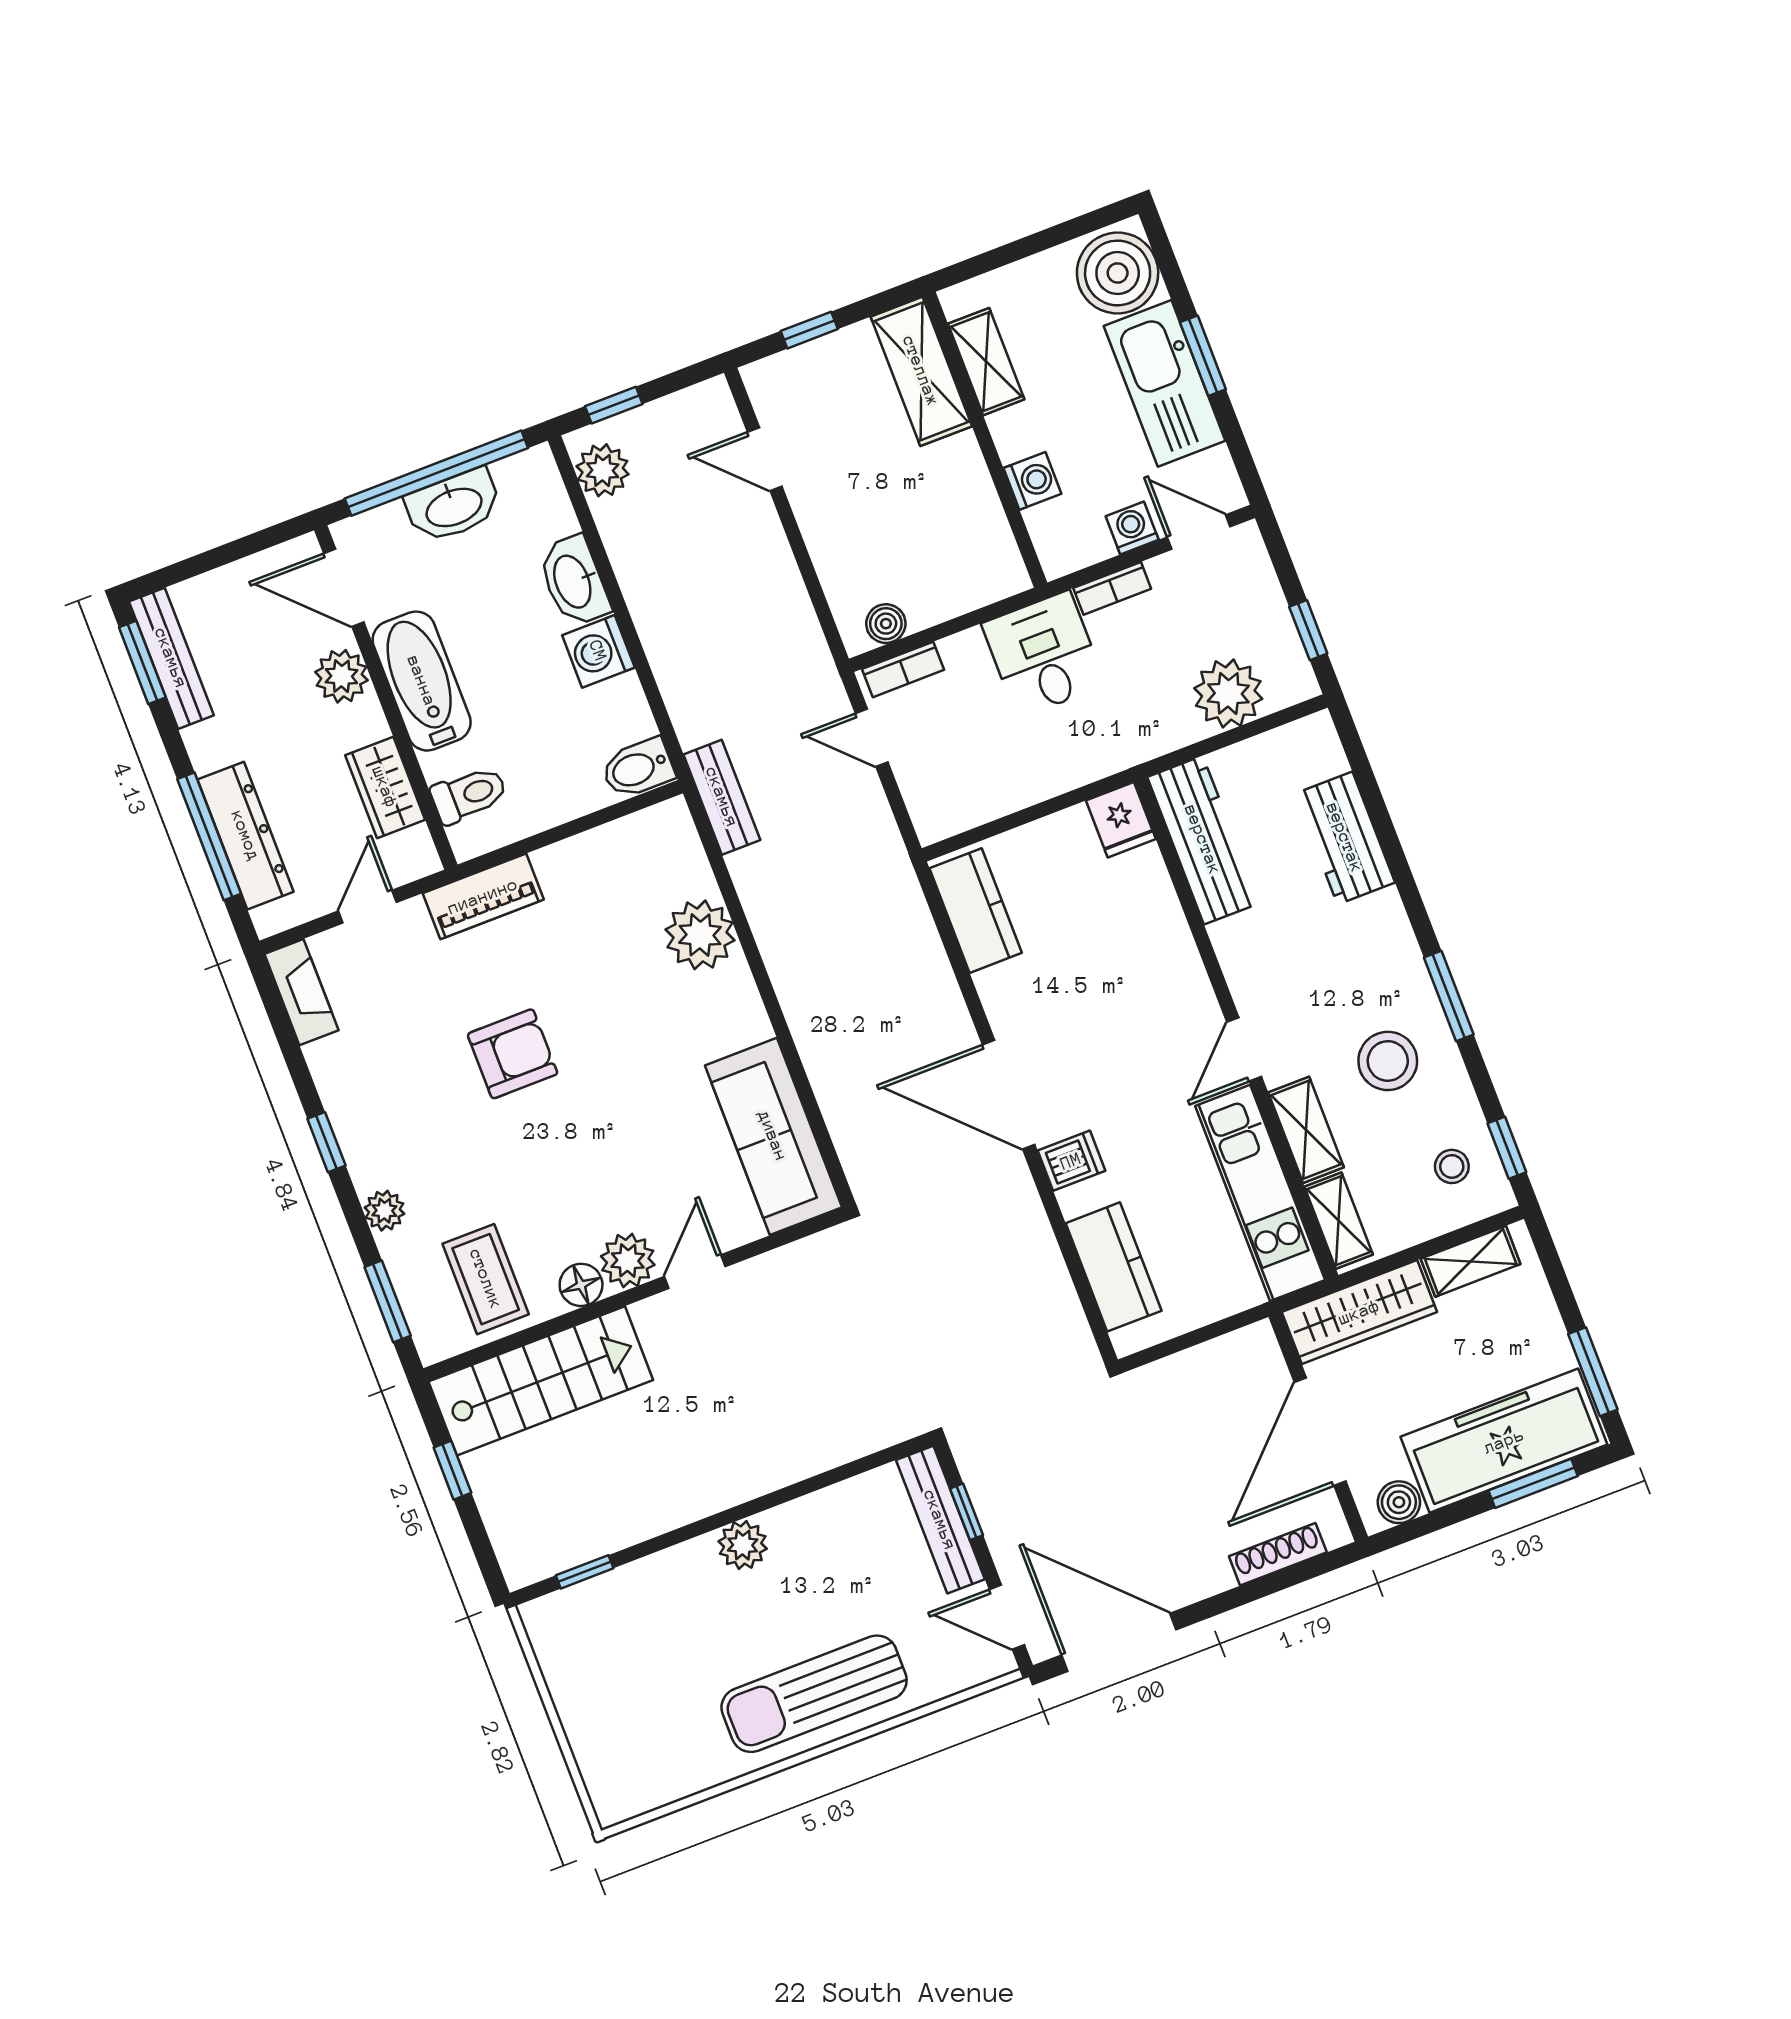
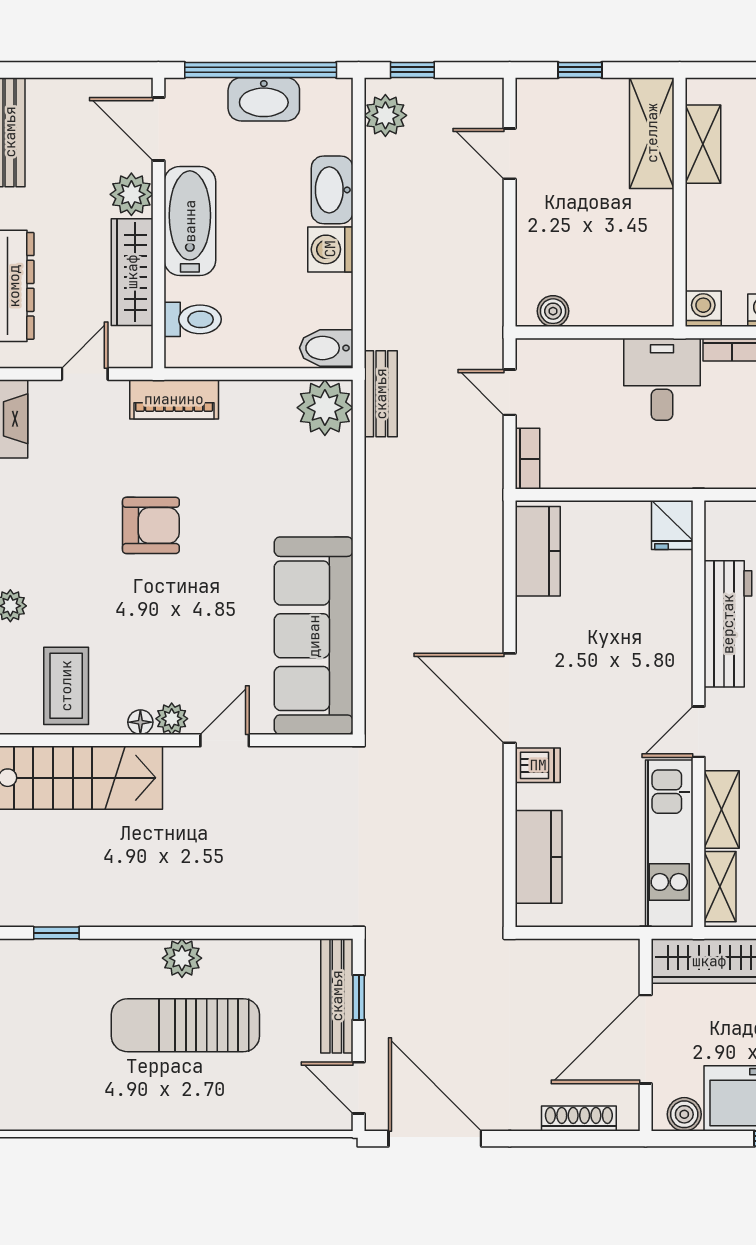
washing machine: (1032, 481) -> (703, 309), moved, turned -90
bookcase: (903, 669) -> (528, 459), moved, turned -90
wardrobe: (385, 787) -> (132, 272), width x1.50
workbench: (1203, 840) -> (728, 624), moved
plant: (700, 935) -> (325, 408), moved
sofa: (773, 1136) -> (314, 636), width x1.36, depth x1.27
plant: (628, 1260) -> (172, 719), width x0.73, depth x0.73
floor lamp: (581, 1285) -> (140, 722), width x0.73, depth x0.73
sun lounger: (814, 1694) -> (185, 1025), moved

